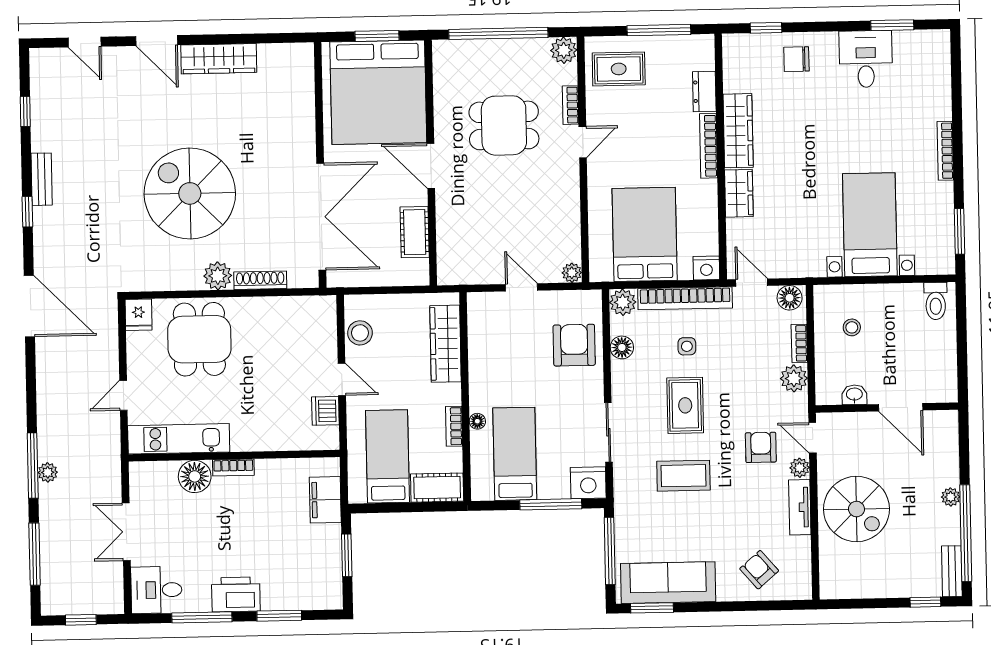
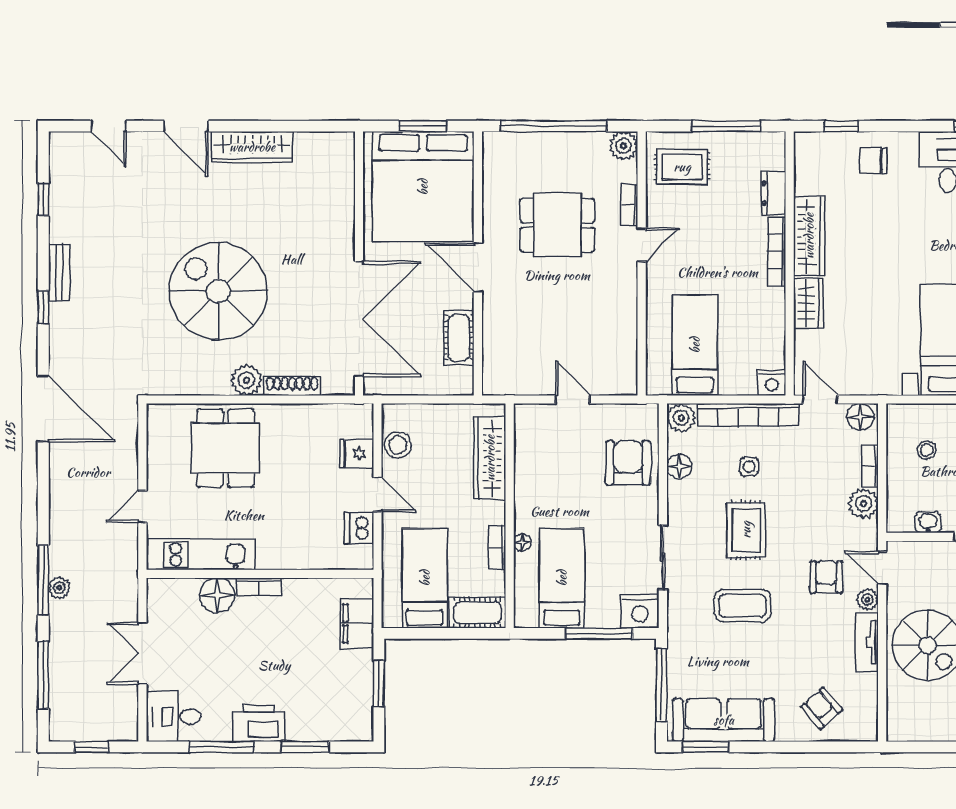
bed: (645, 234) -> (695, 345), width x0.67
plant: (572, 273) -> (627, 385), removed
fridge: (138, 315) -> (357, 454), moved, turned 90

